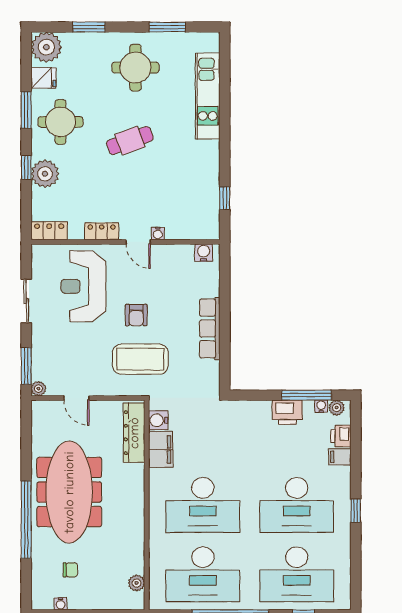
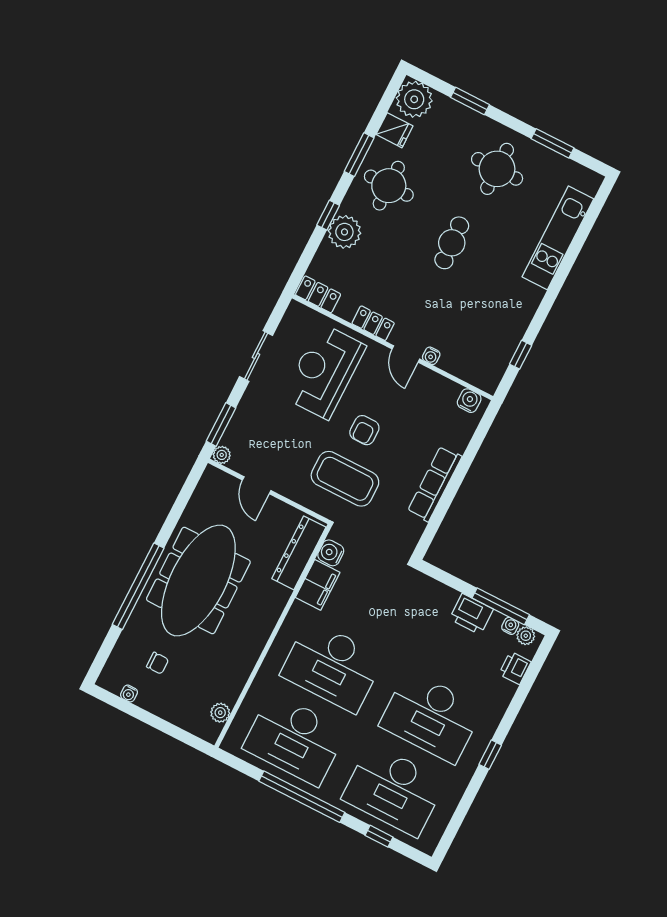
cafe table: (130, 141) -> (452, 243), turned -73
filing cabinet: (340, 457) -> (503, 689), removed

